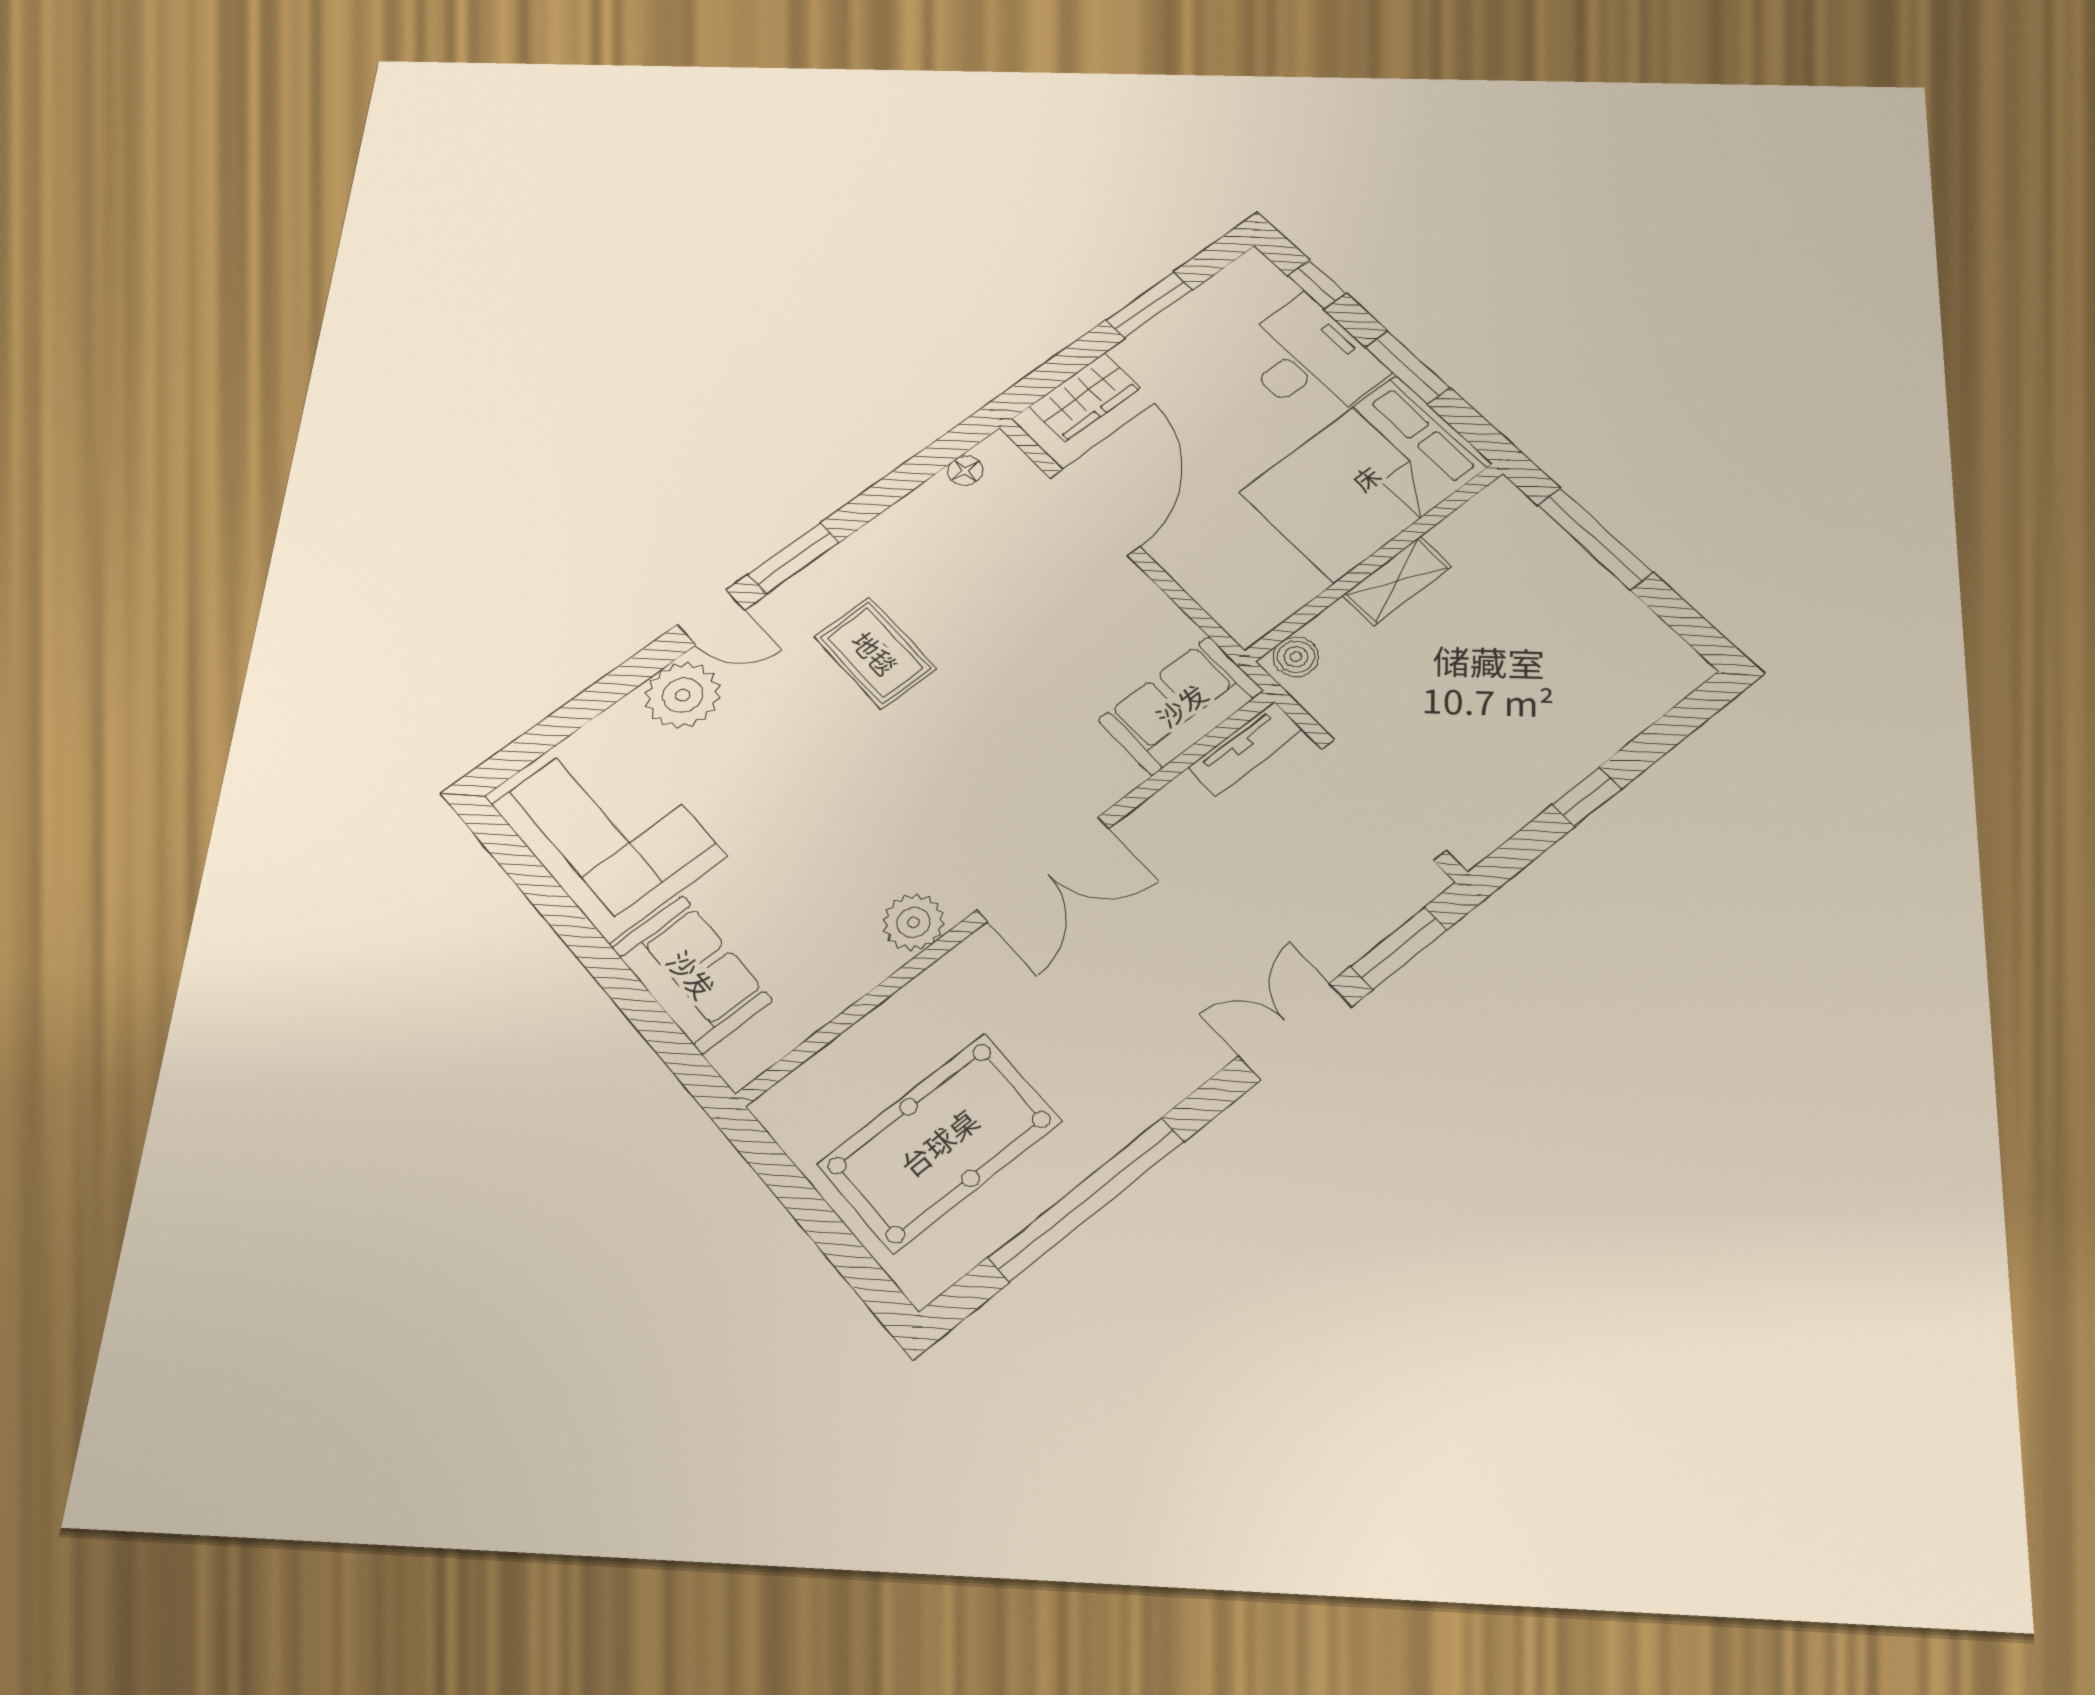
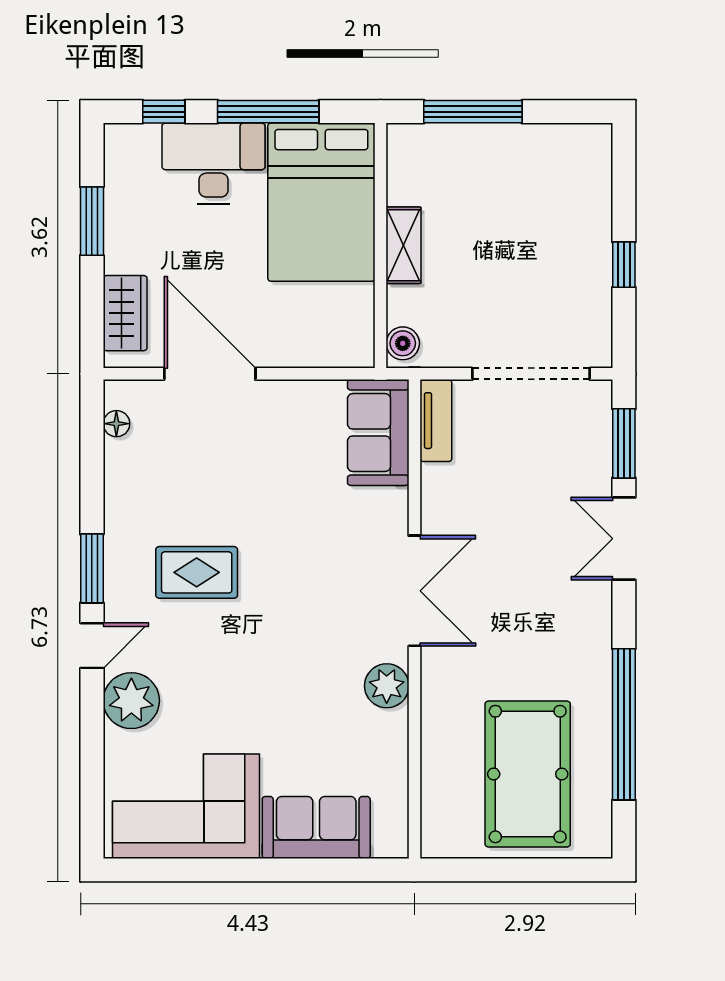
window: (1408, 367) -> (268, 112), width x1.44

